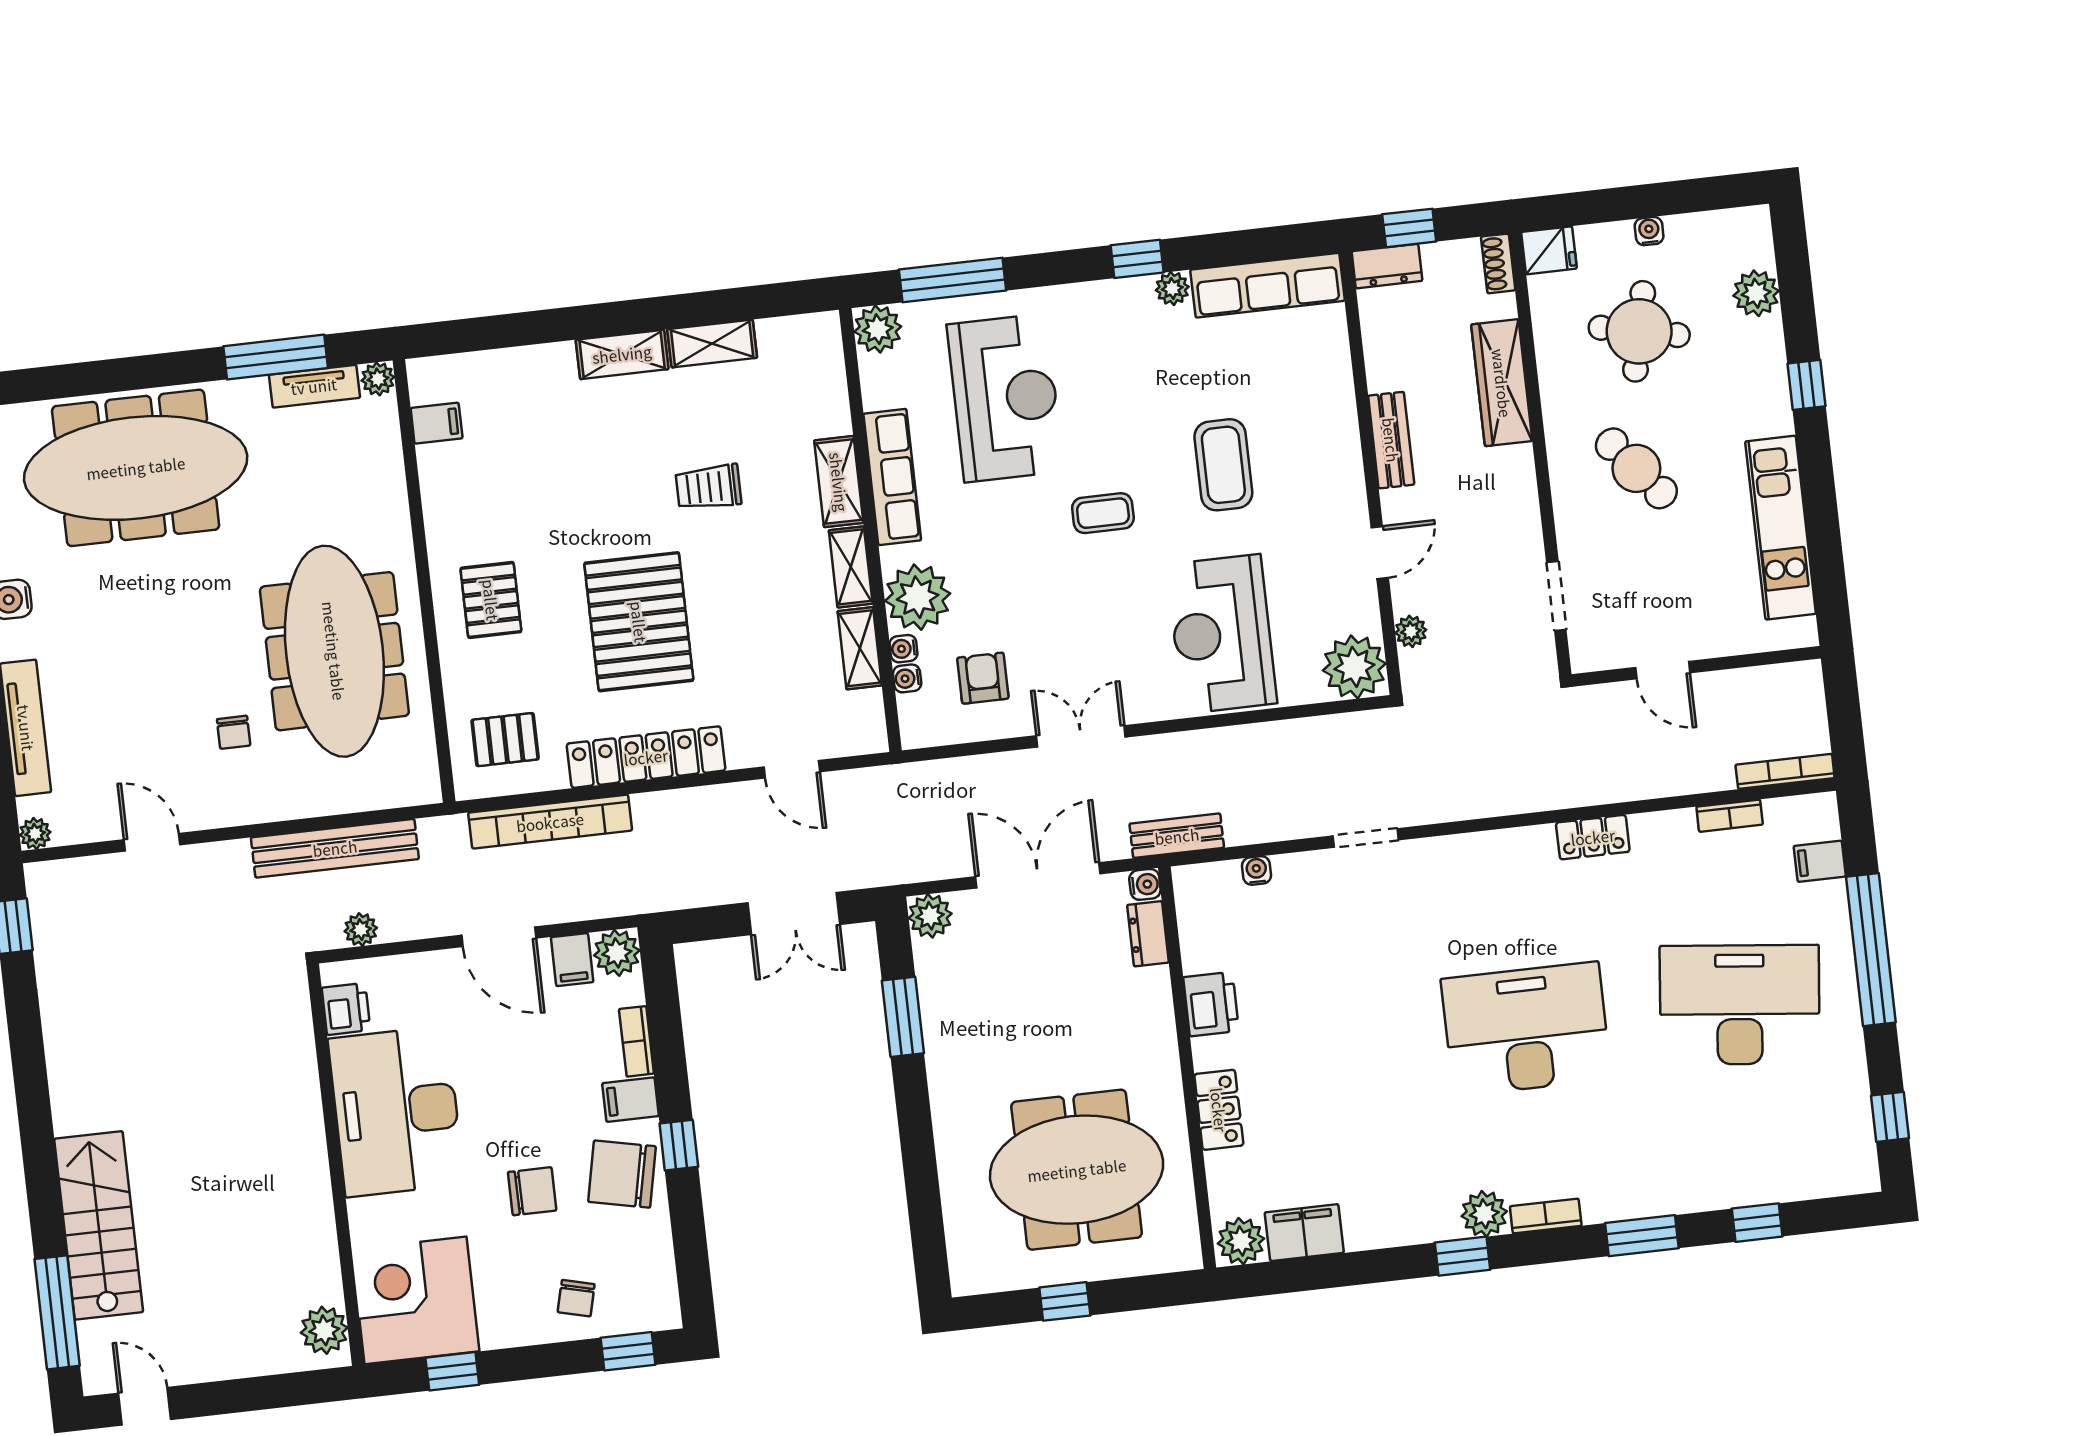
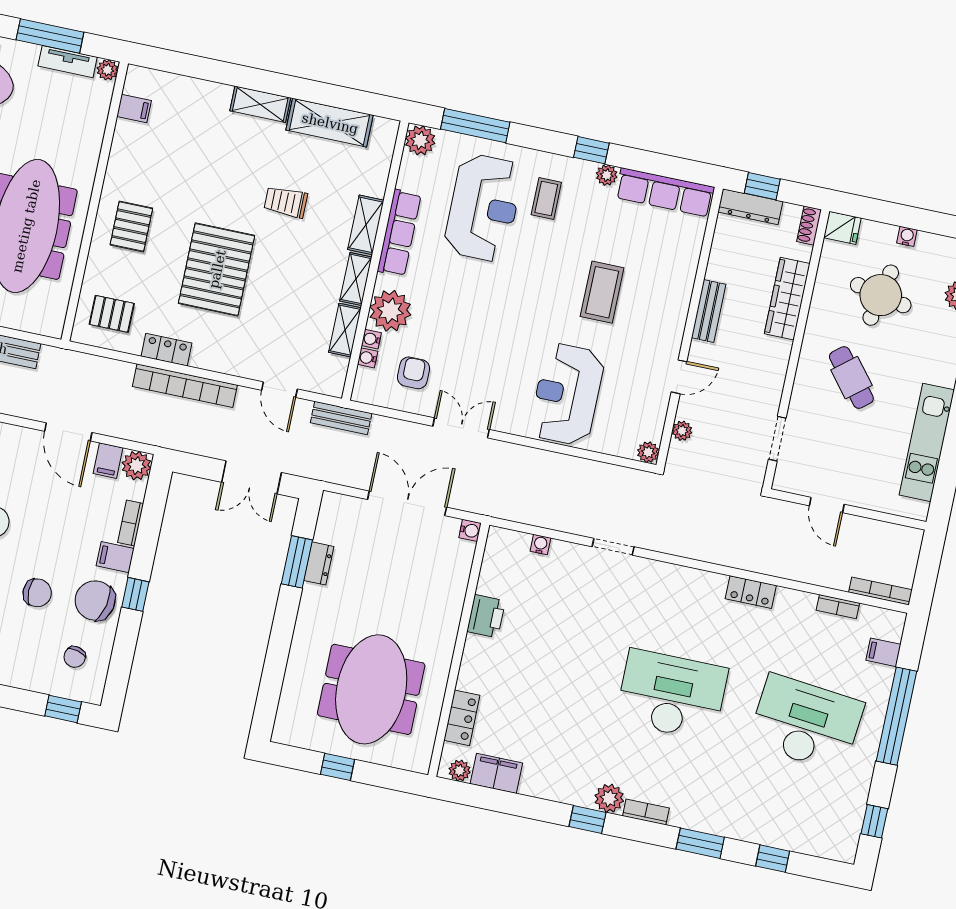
dresser: (1387, 266) -> (750, 207), width x1.44
shelving: (712, 344) -> (330, 123), width x1.50, depth x1.33
coffee table: (1103, 513) -> (546, 198), moved, turned 90
plant: (1354, 667) -> (648, 452), width x0.53, depth x0.53
locker: (646, 757) -> (166, 350), width x0.46, depth x0.83
bookcase: (550, 822) -> (185, 386), moved
bench: (1177, 836) -> (341, 418), moved
plant: (930, 916) -> (334, 506), removed
dresser: (1148, 934) -> (319, 563), moved, turned 180
locker: (1219, 1110) -> (462, 718), moved
meeting table: (1077, 1170) -> (371, 689), turned 90
plant: (1241, 1241) -> (460, 771), width x0.73, depth x0.73
chair: (576, 1298) -> (75, 657), moved

